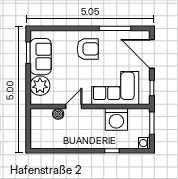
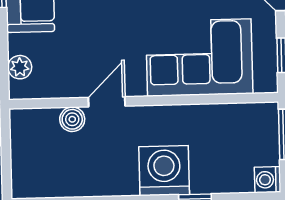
plant: (40, 86) -> (20, 67), width x0.53, depth x0.53
washing machine: (116, 119) -> (164, 171), moved, turned 180

